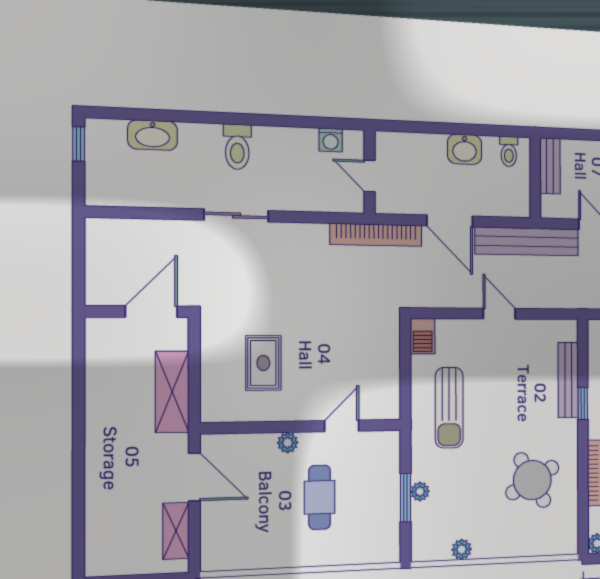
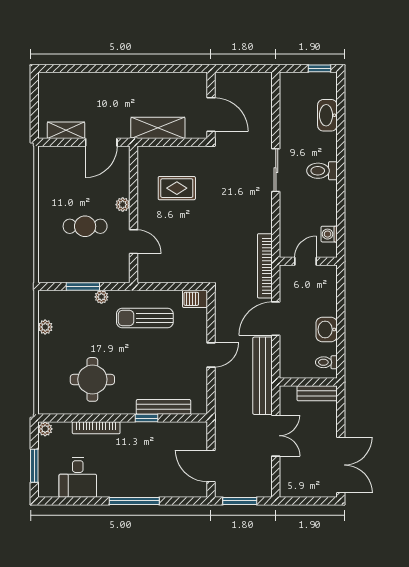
round table: (532, 480) -> (92, 379), turned 30
plant: (420, 492) -> (101, 297), moved

